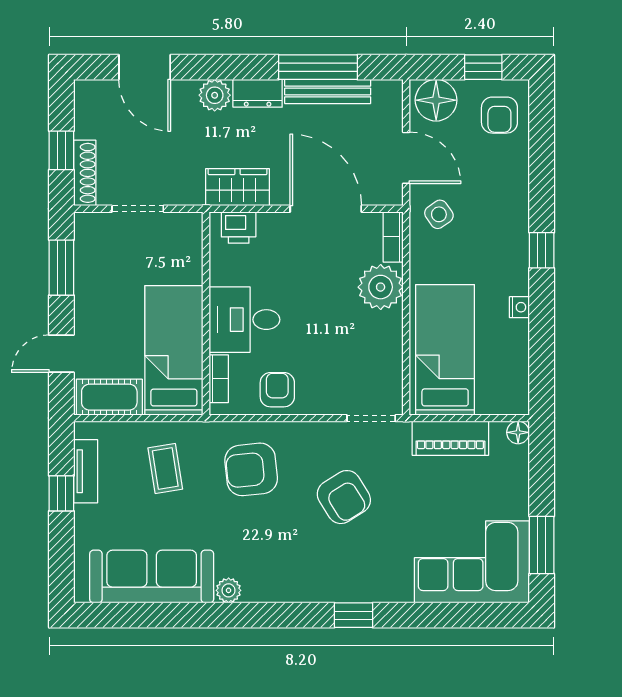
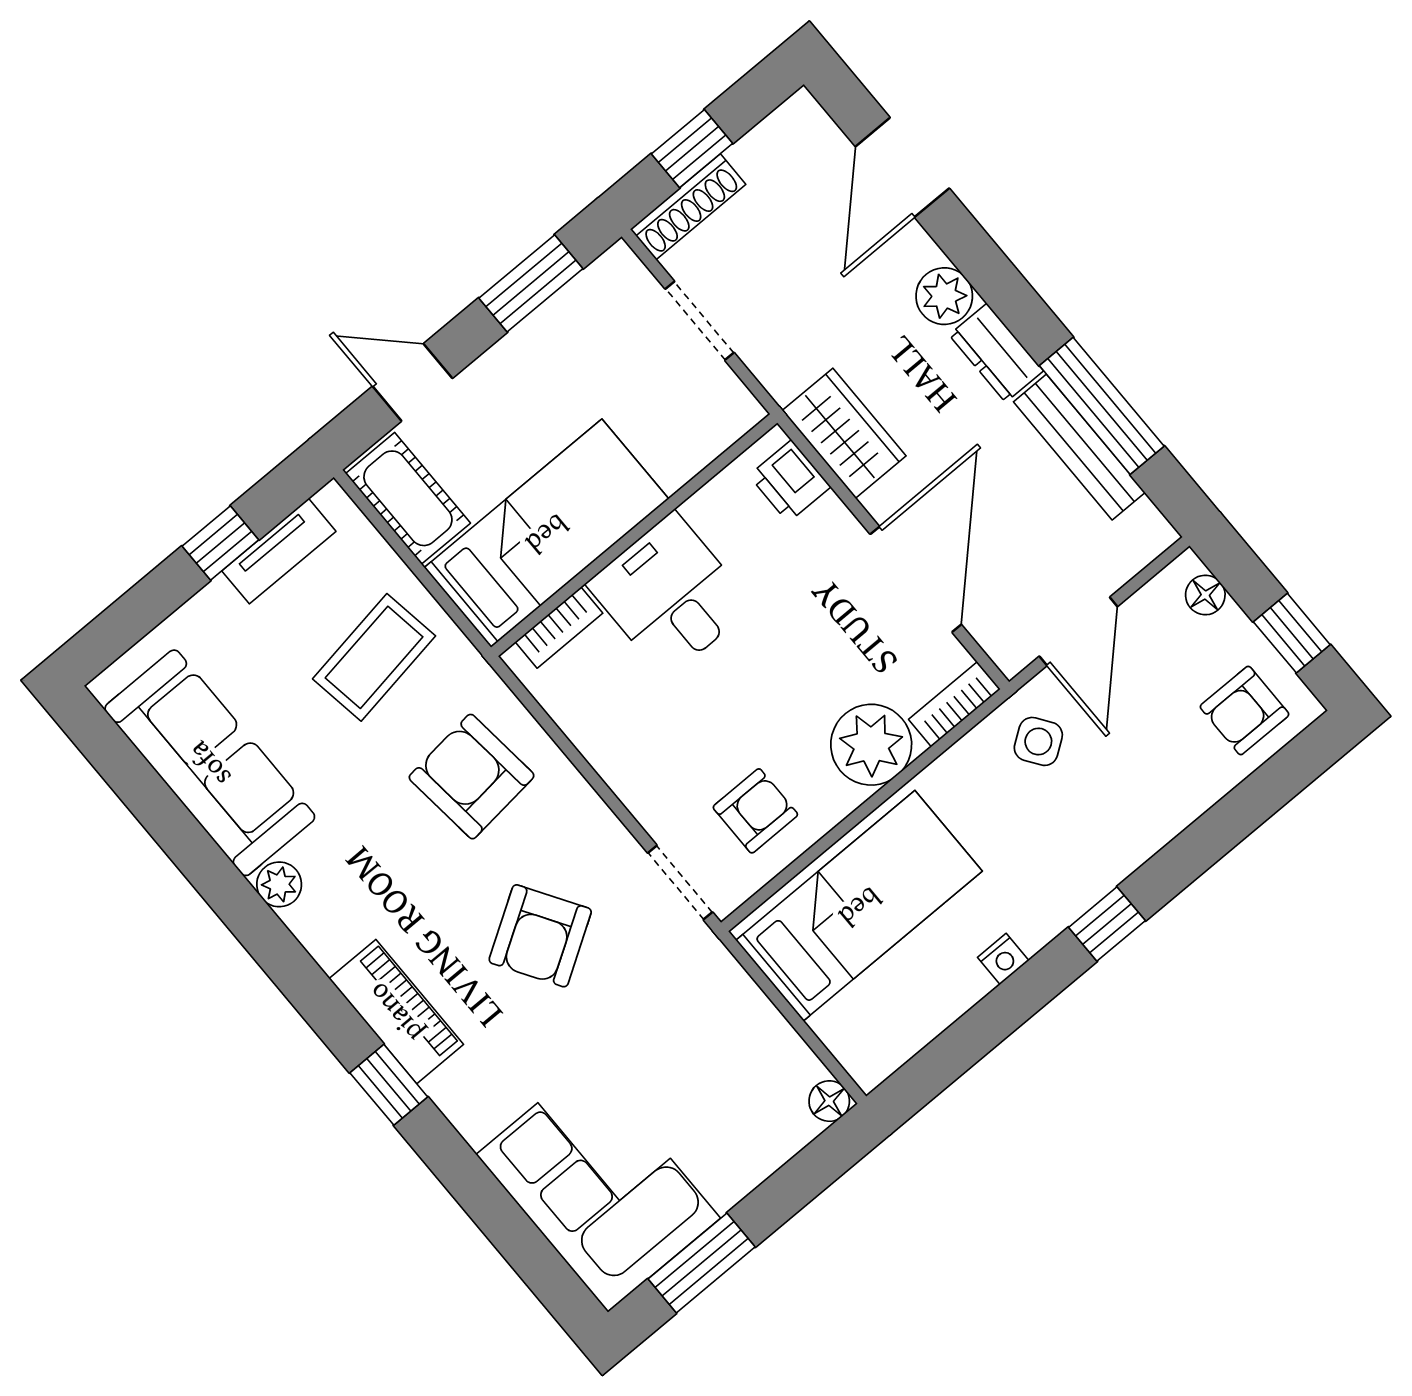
floor lamp: (436, 100) -> (1205, 595), width x0.53, depth x0.53
armchair: (277, 390) -> (755, 811), moved
piano: (450, 438) -> (396, 1012), moved, turned 180
coffee table: (165, 468) -> (374, 657), width x1.36, depth x1.30

